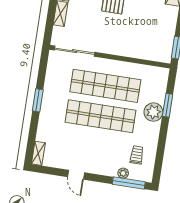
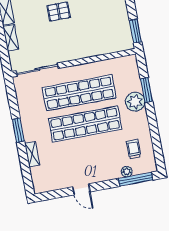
shelving: (38, 153) -> (32, 154), moved

